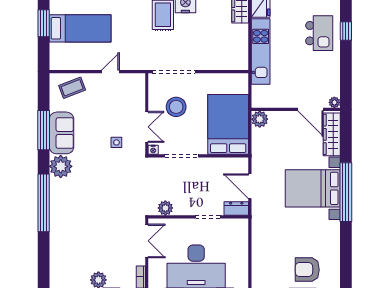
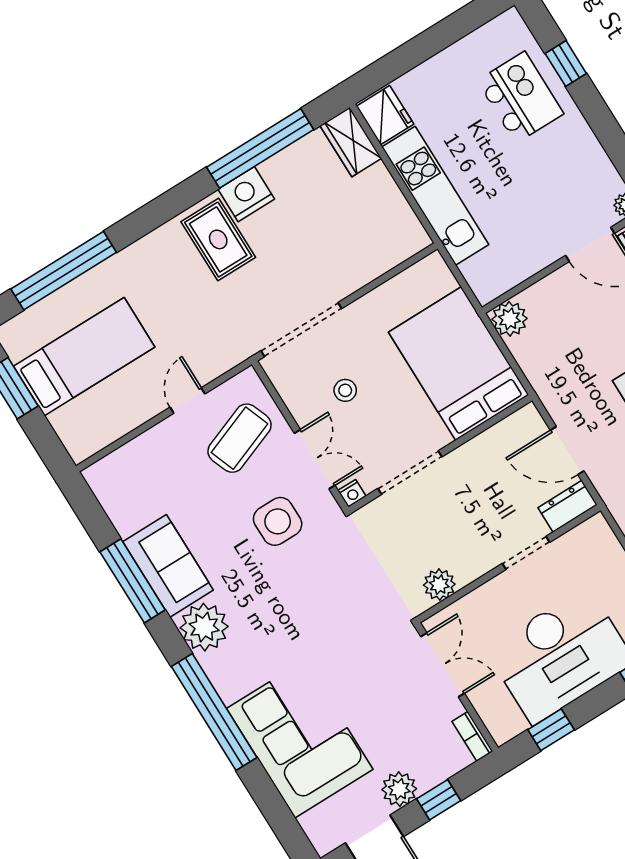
coffee table: (72, 88) -> (240, 438), moved, width x1.36, depth x1.30
stool: (176, 107) -> (345, 390), width x0.53, depth x0.53
side table: (116, 142) -> (278, 521), width x1.87, depth x1.87
corner sofa: (71, 235) -> (300, 739), added

